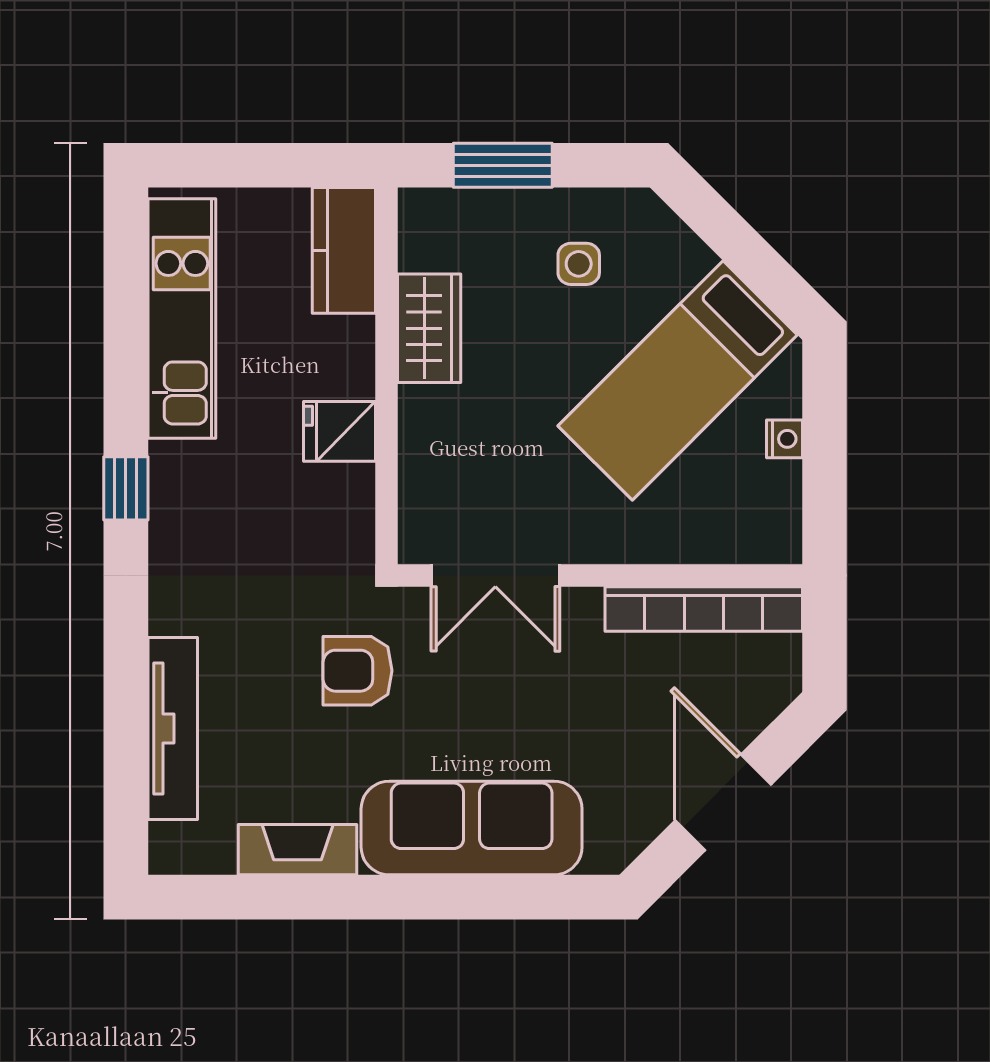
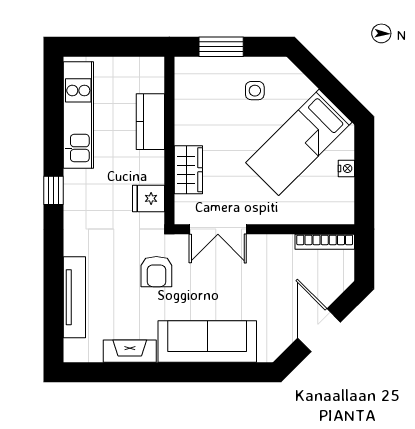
kitchen counter: (344, 250) -> (150, 122), moved
wardrobe: (429, 328) -> (188, 170), moved
fridge: (340, 431) -> (148, 198), moved
bookcase: (704, 609) -> (325, 242), width x0.68, depth x0.76
armchair: (358, 671) -> (156, 272), turned -90

